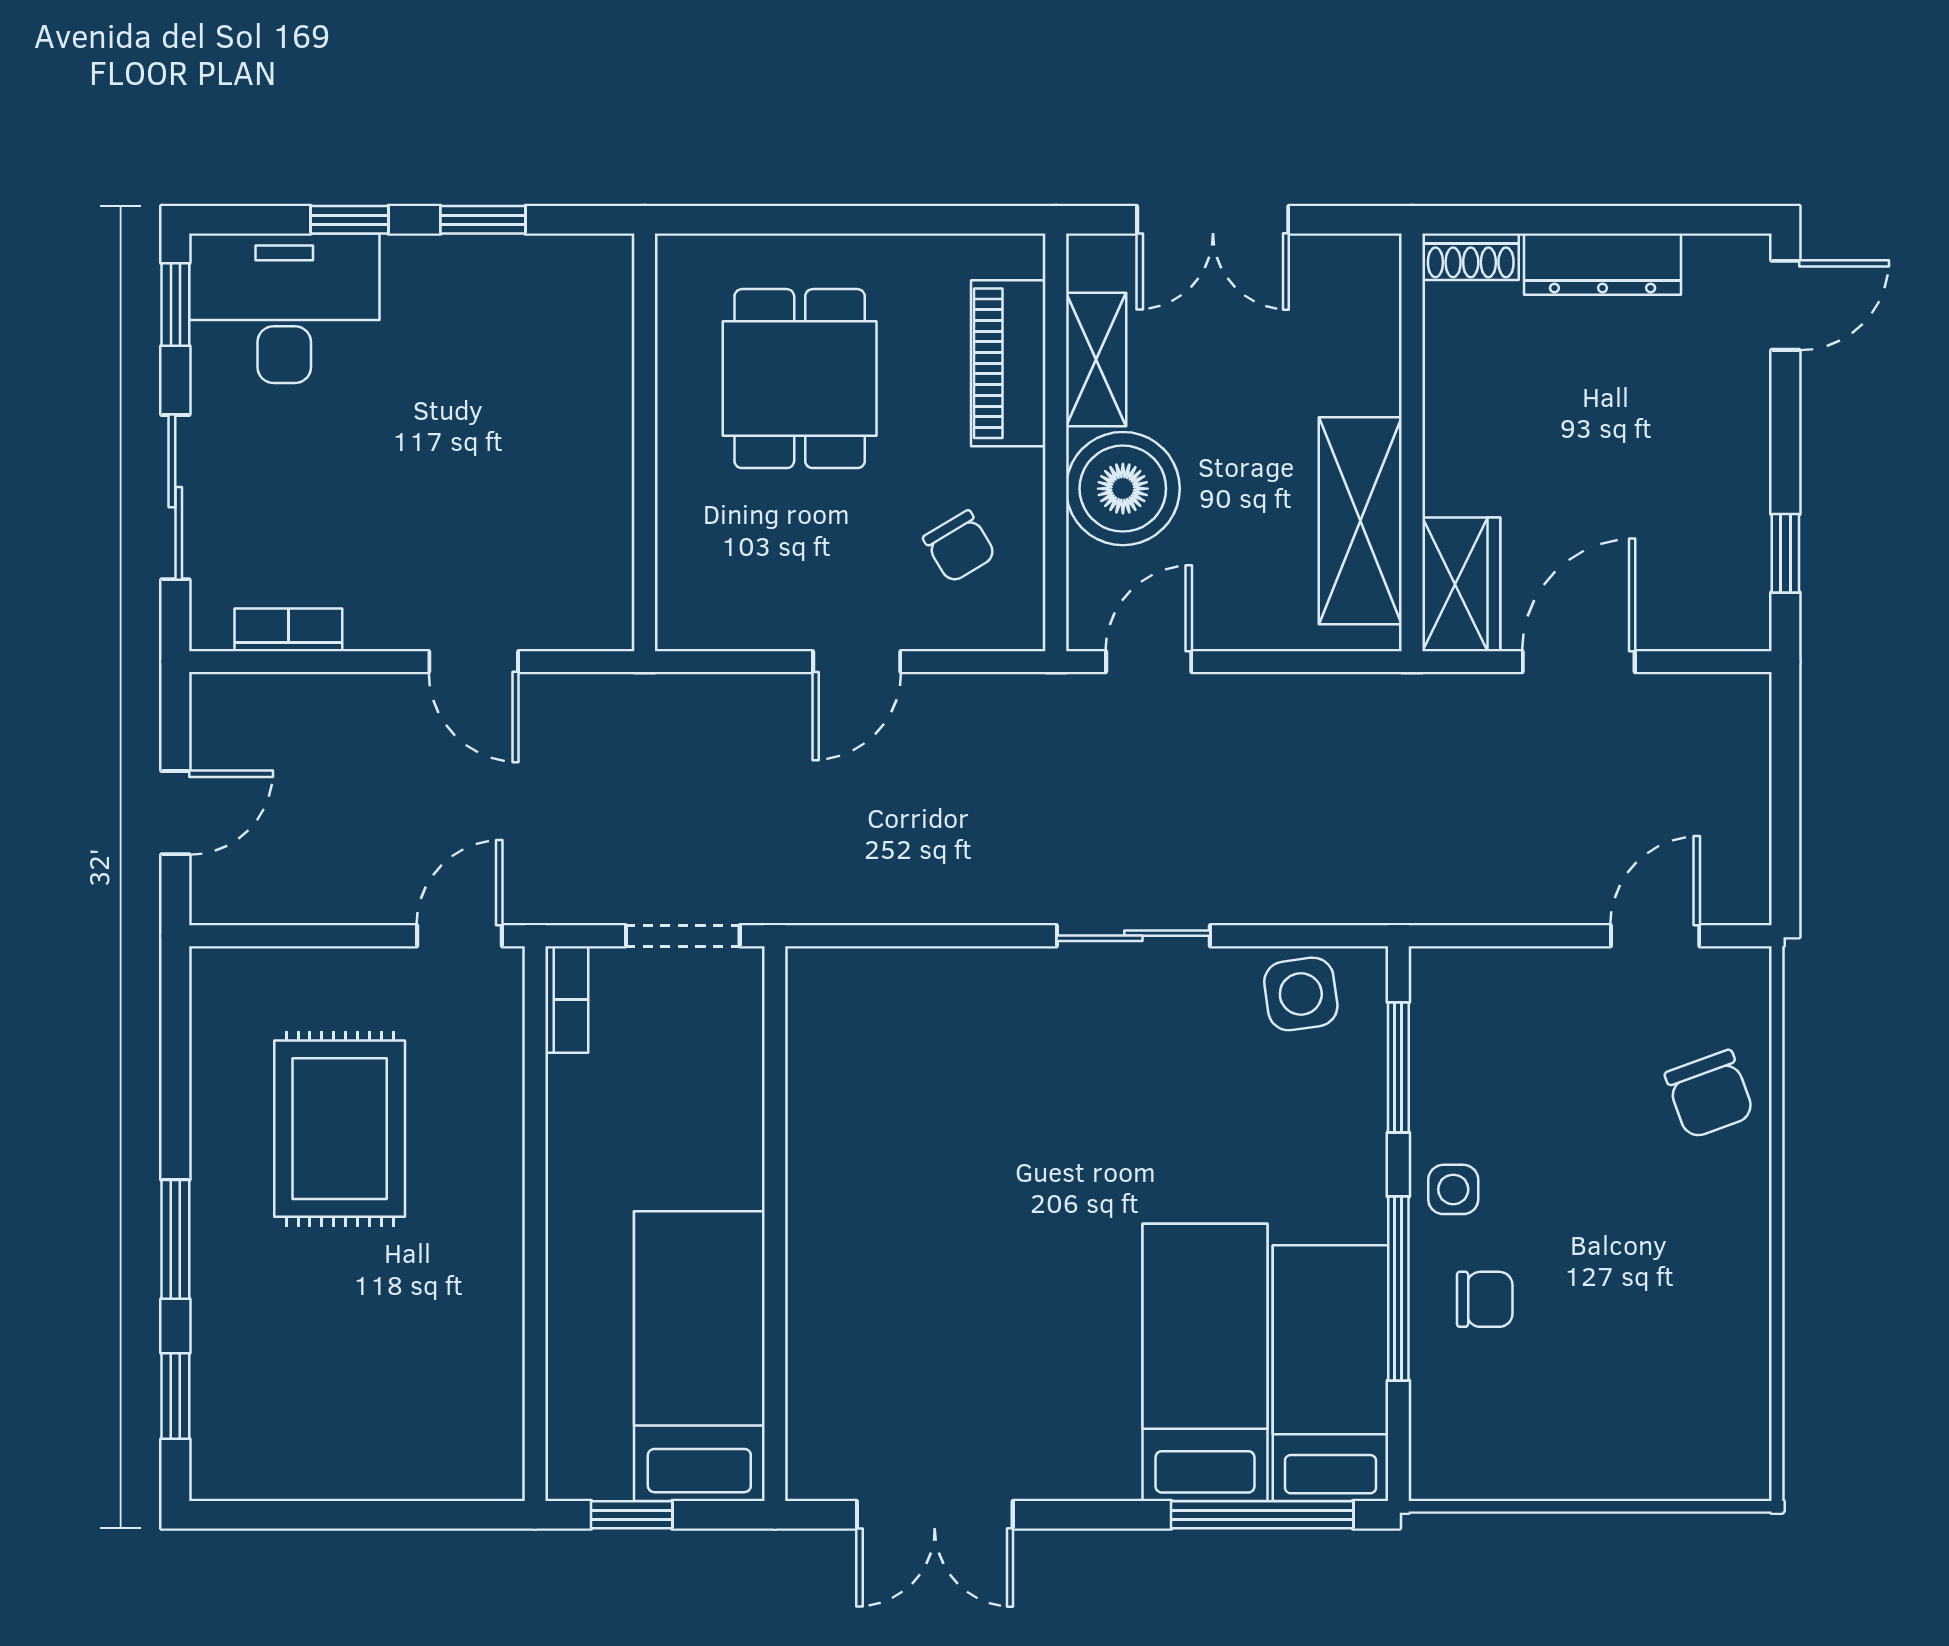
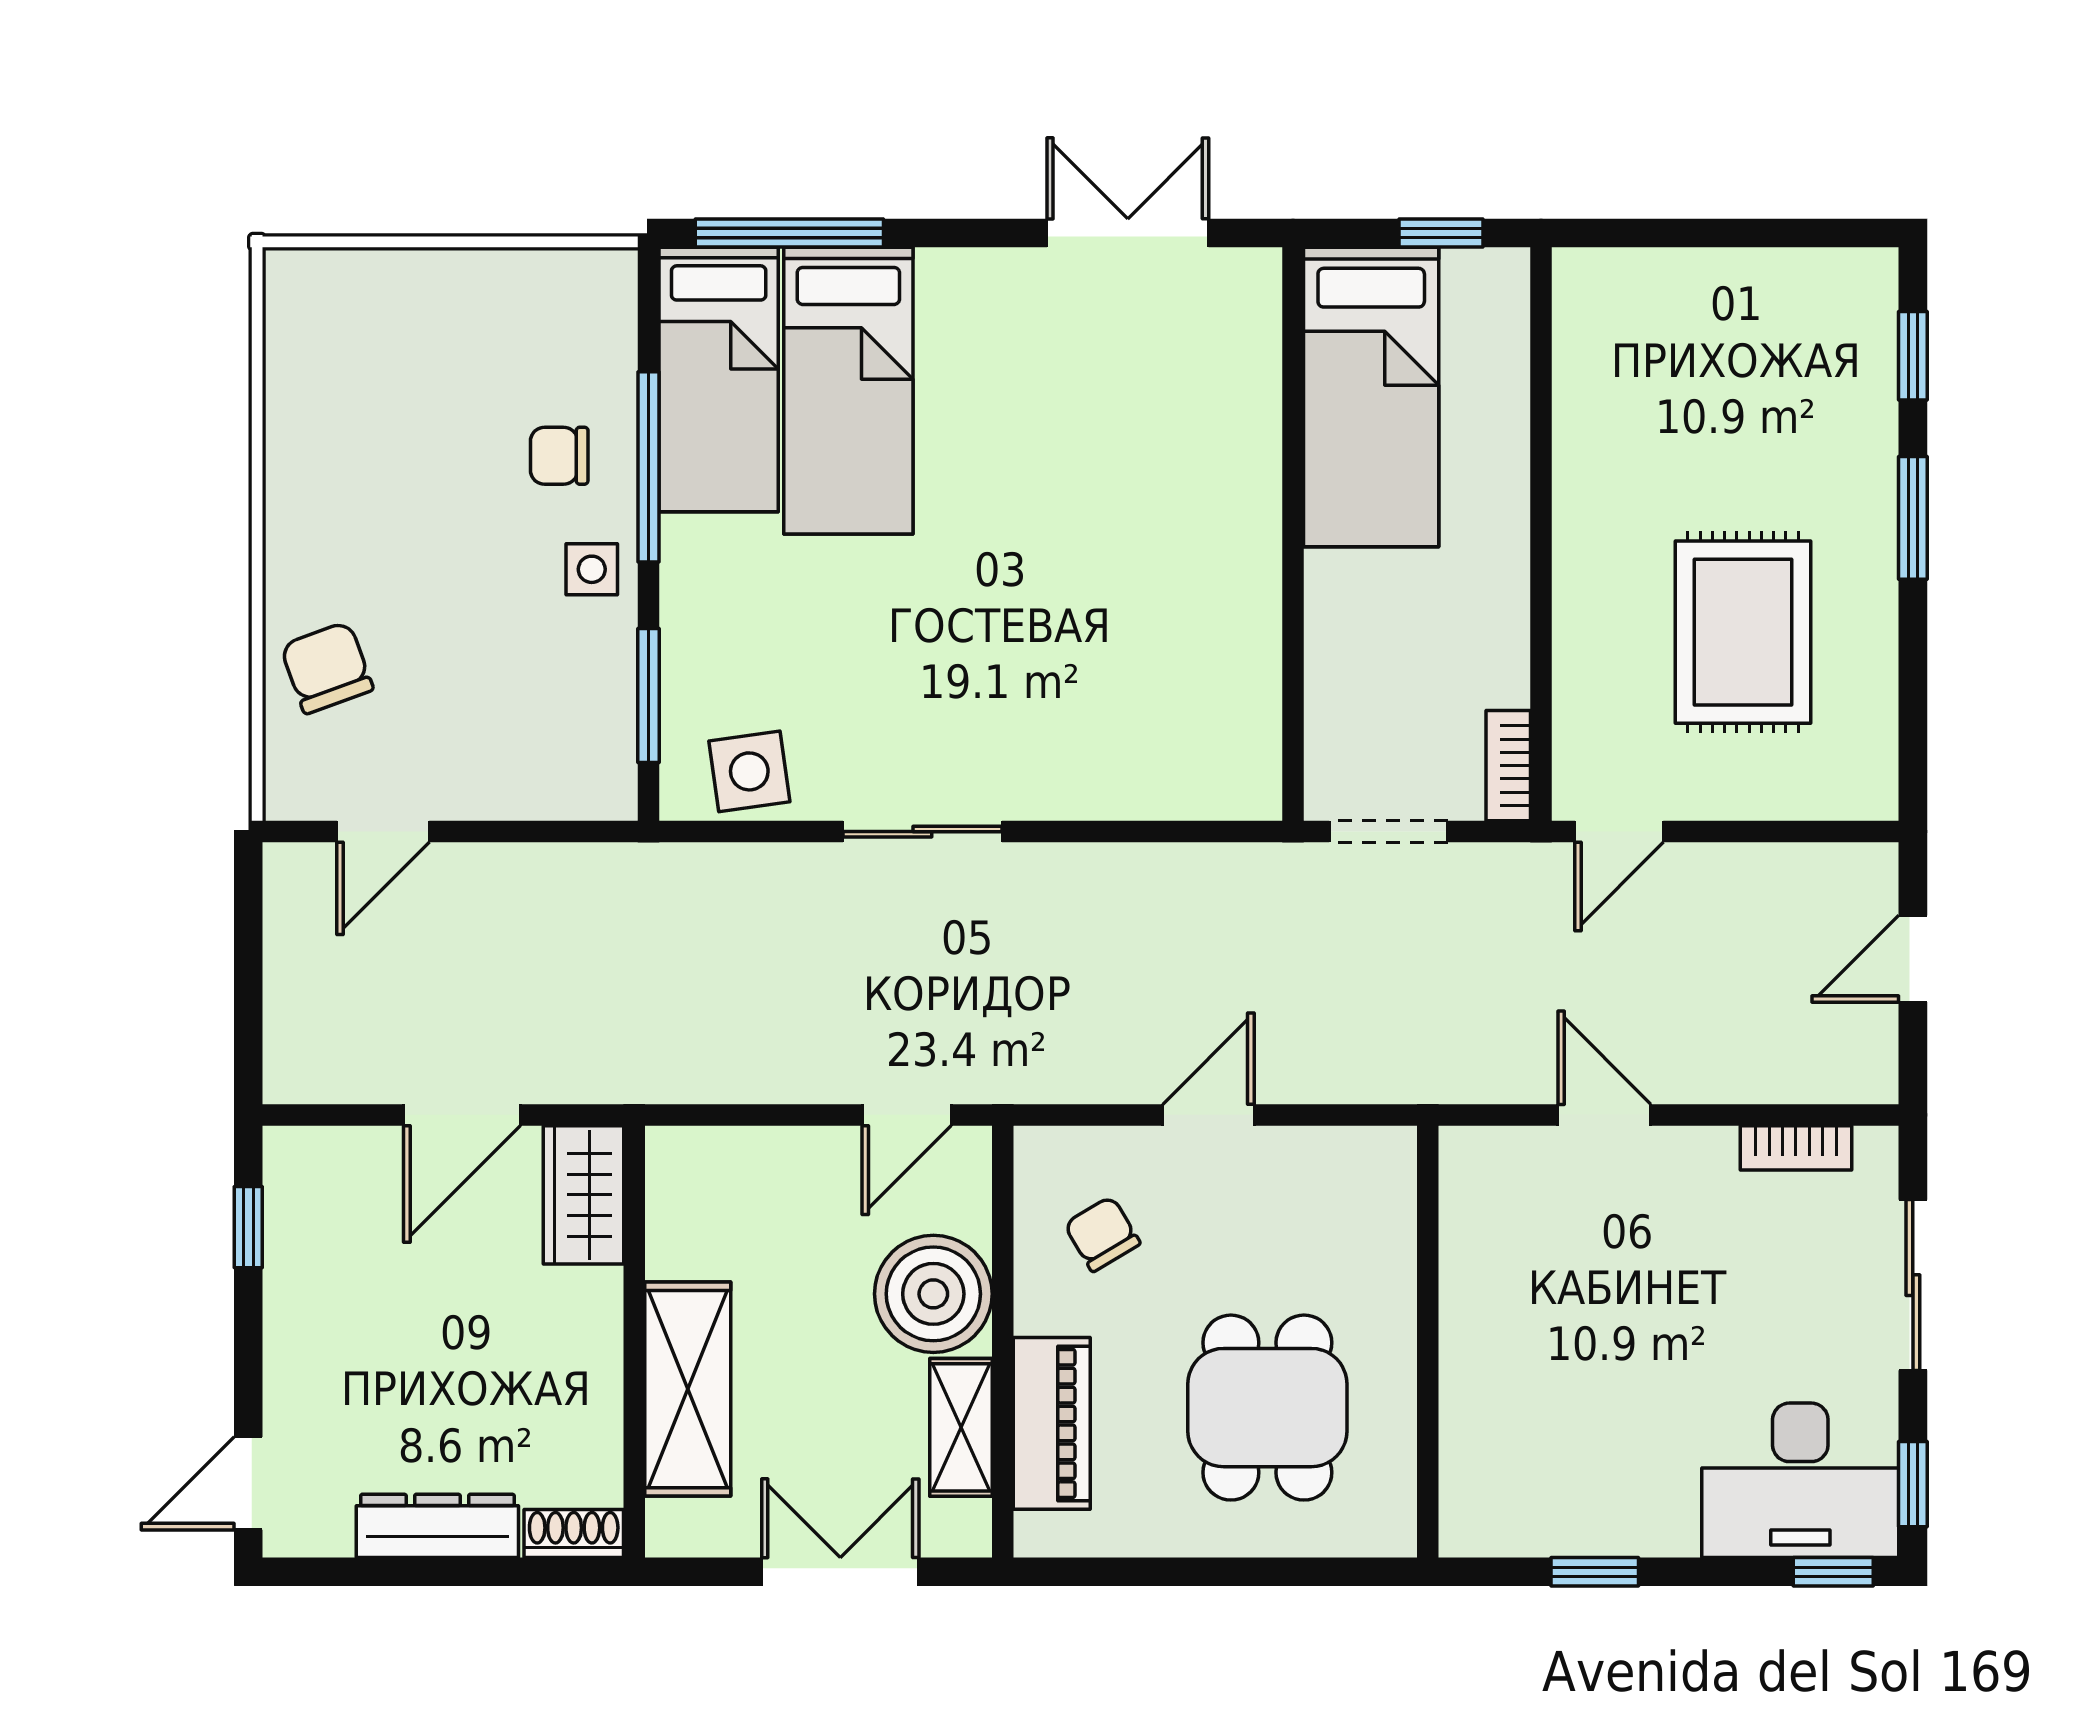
window: (350, 220) -> (1833, 1572), moved
shelving: (1360, 521) -> (688, 1389), moved

